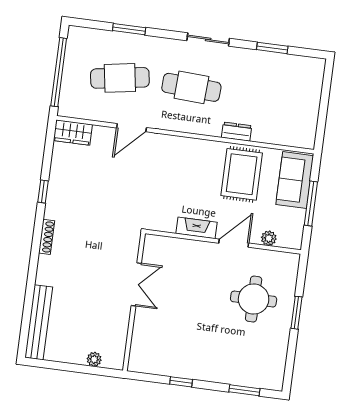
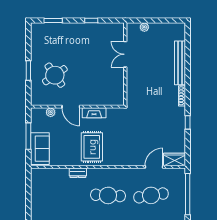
door: (131, 128) -> (154, 167), moved
rug: (242, 174) -> (92, 147), moved
door: (234, 243) -> (71, 107), hinge flipped
double door: (136, 284) -> (125, 54), moved
round table: (254, 299) -> (55, 75), turned -35
bench: (39, 322) -> (180, 63), moved

